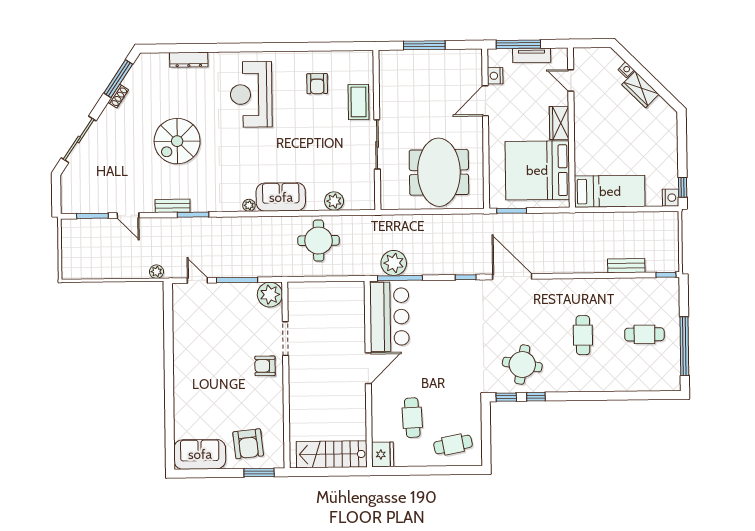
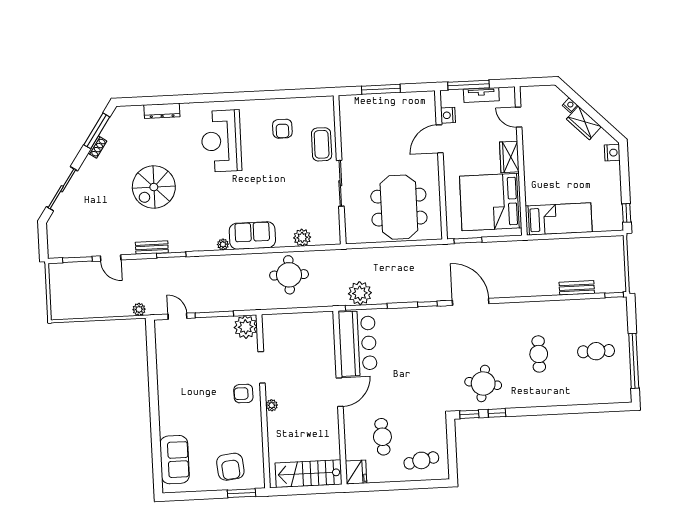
nightstand: (671, 198) -> (612, 153), moved
plant: (295, 380) -> (272, 405), added
sofa: (200, 454) -> (175, 460), moved, turned 90

